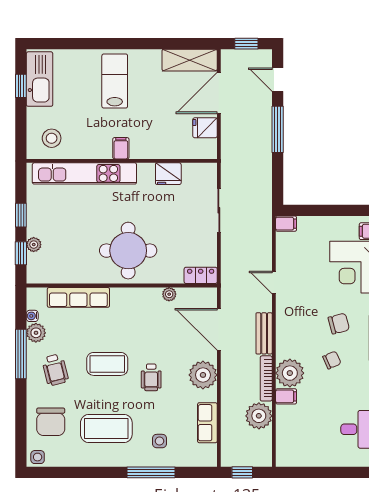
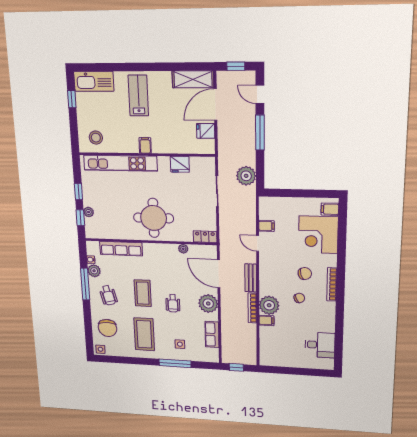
kitchen sink: (40, 79) -> (94, 81), moved, turned 90
filing cabinet: (286, 224) -> (266, 226), moved
coffee table: (107, 364) -> (143, 293), turned 90
plant: (259, 416) -> (246, 176), moved
coffee table: (106, 428) -> (144, 334), turned 90

